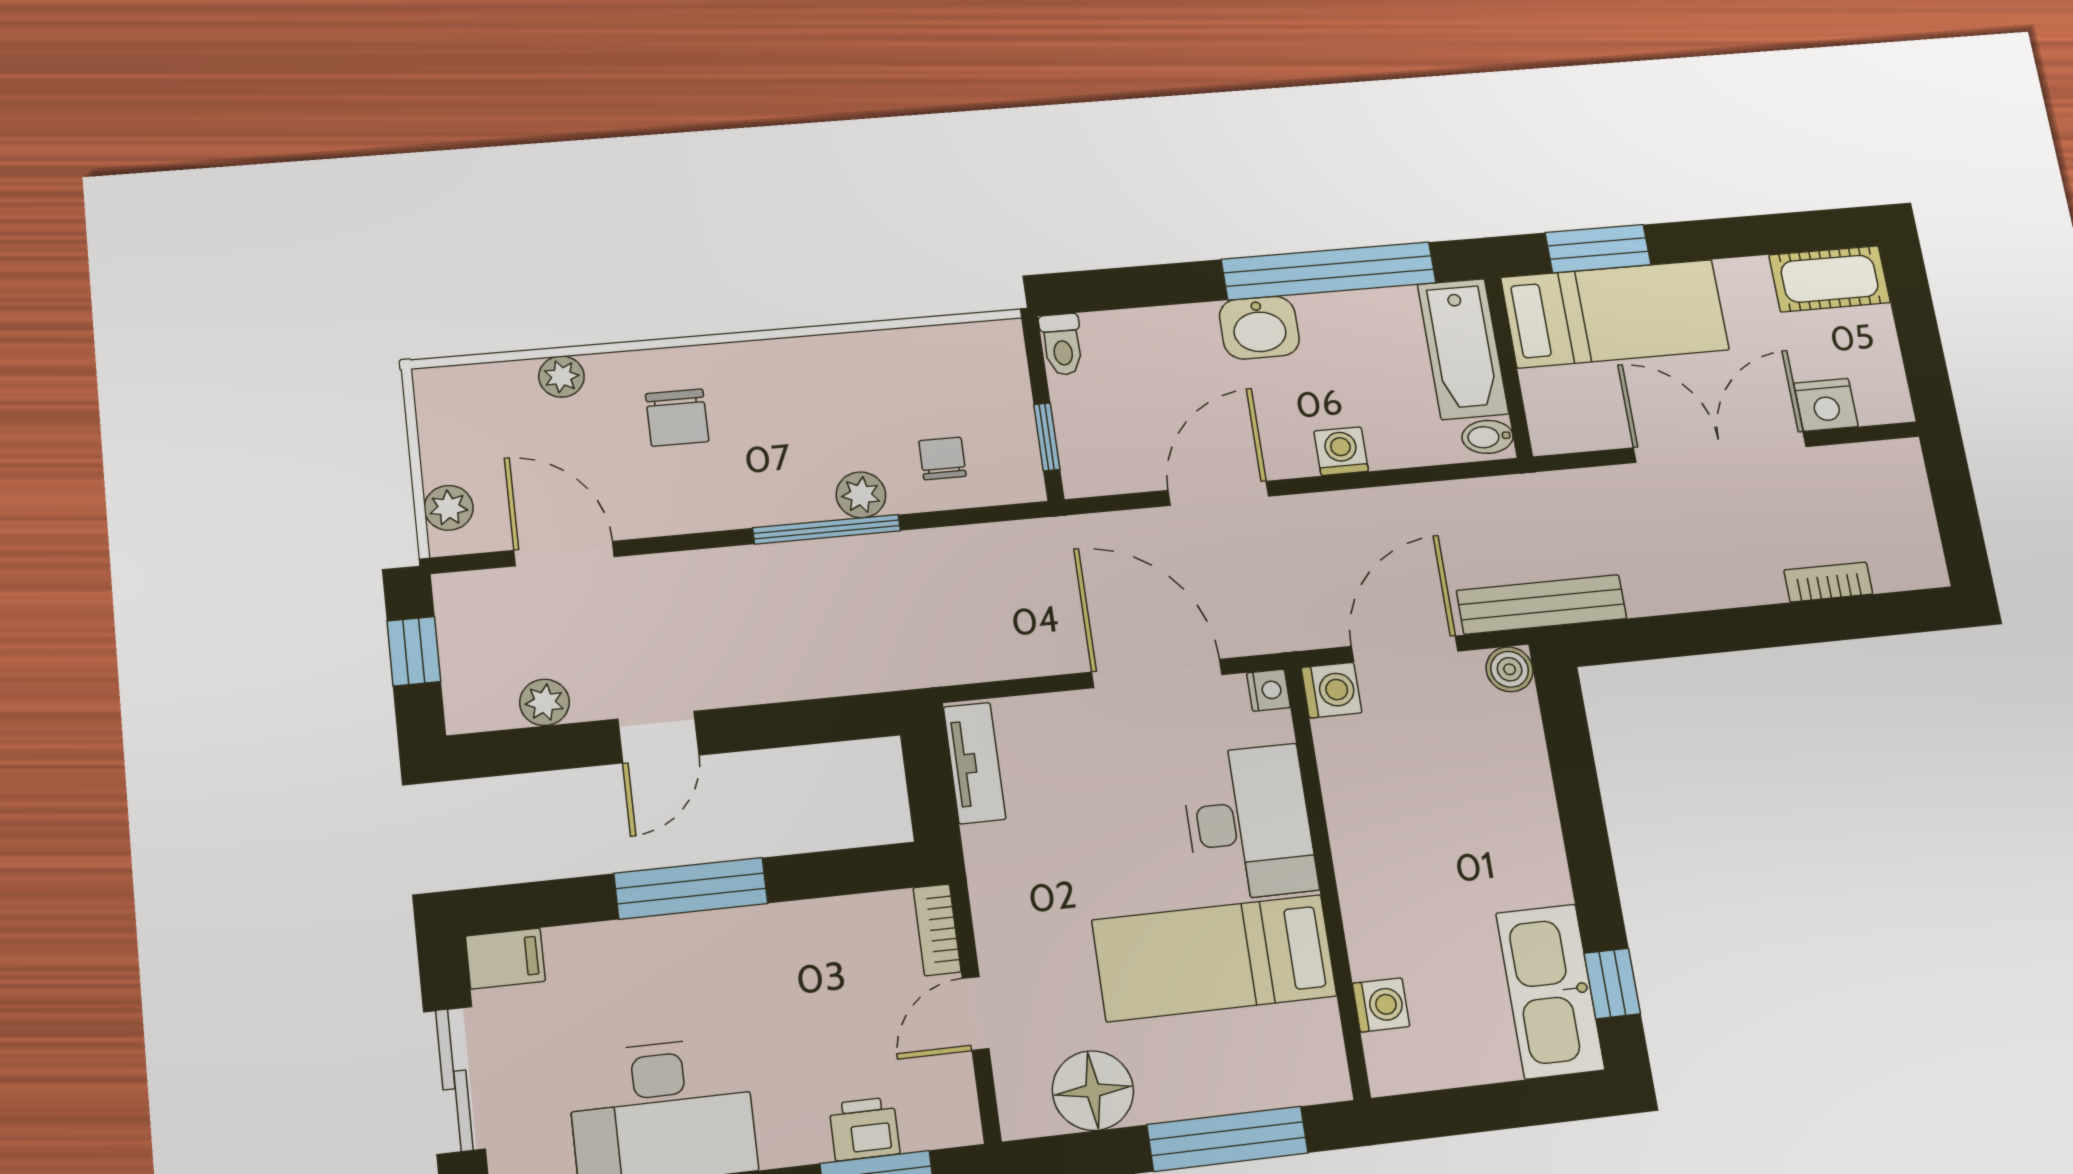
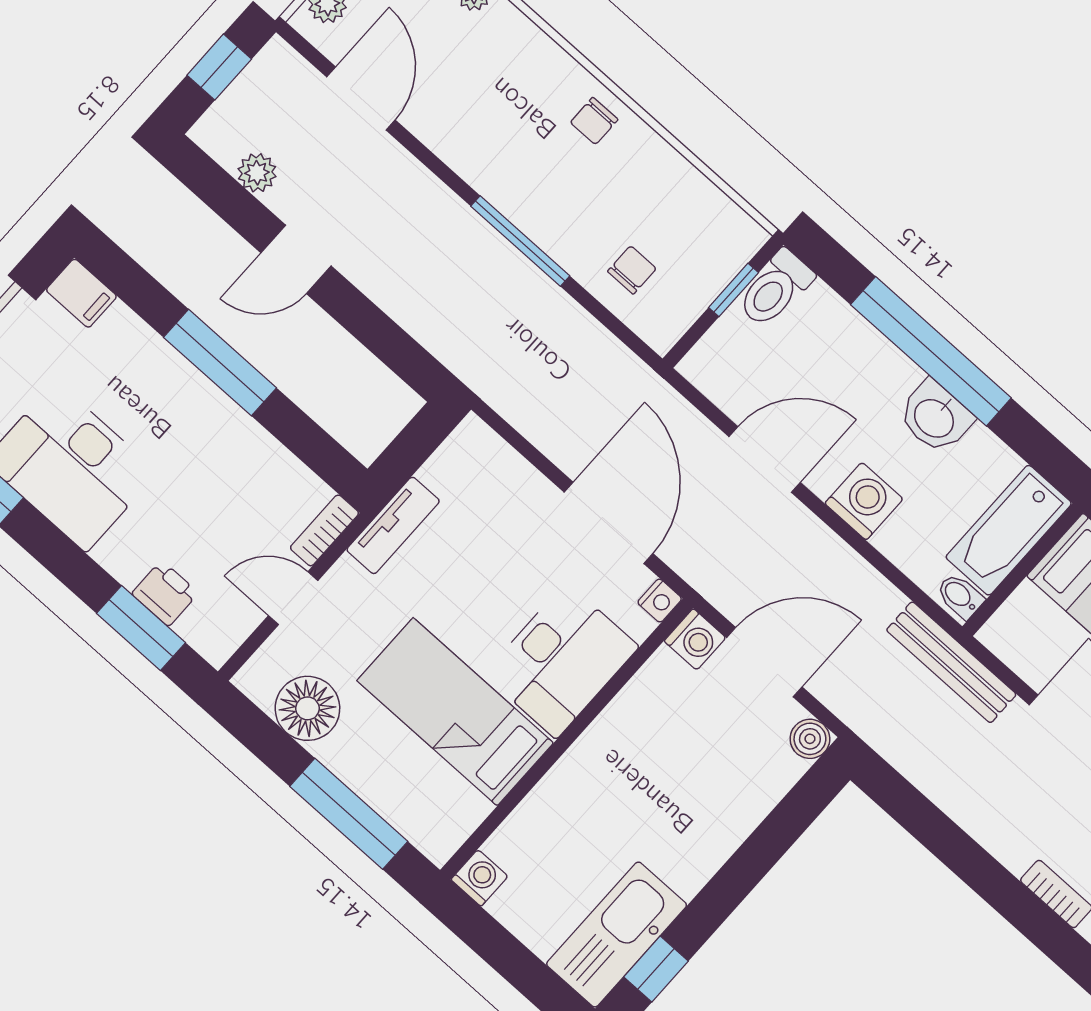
window: (1329, 271) -> (931, 351), moved
washbasin: (1259, 328) -> (935, 417), moved
toilet: (1062, 344) -> (775, 289), width x1.37, depth x1.39
chair: (677, 418) -> (594, 121), moved, width x0.73, depth x0.73
window: (1047, 437) -> (733, 290), moved
washing machine: (1341, 451) -> (864, 501), width x1.38, depth x1.38
plant: (861, 495) -> (562, 242), removed
bench: (1542, 604) -> (951, 662), moved
tv unit: (975, 763) -> (393, 525), moved
washing machine: (1381, 1005) -> (479, 878), moved, turned -90

